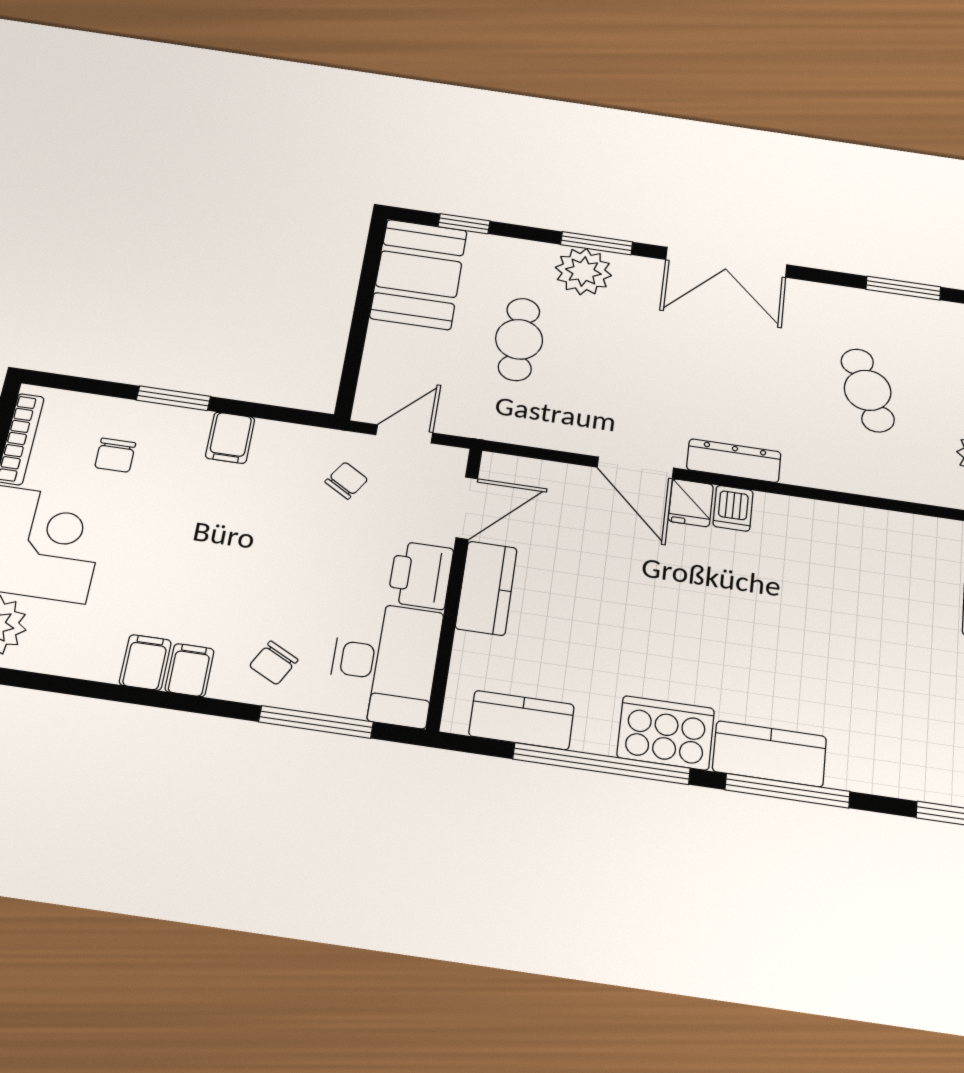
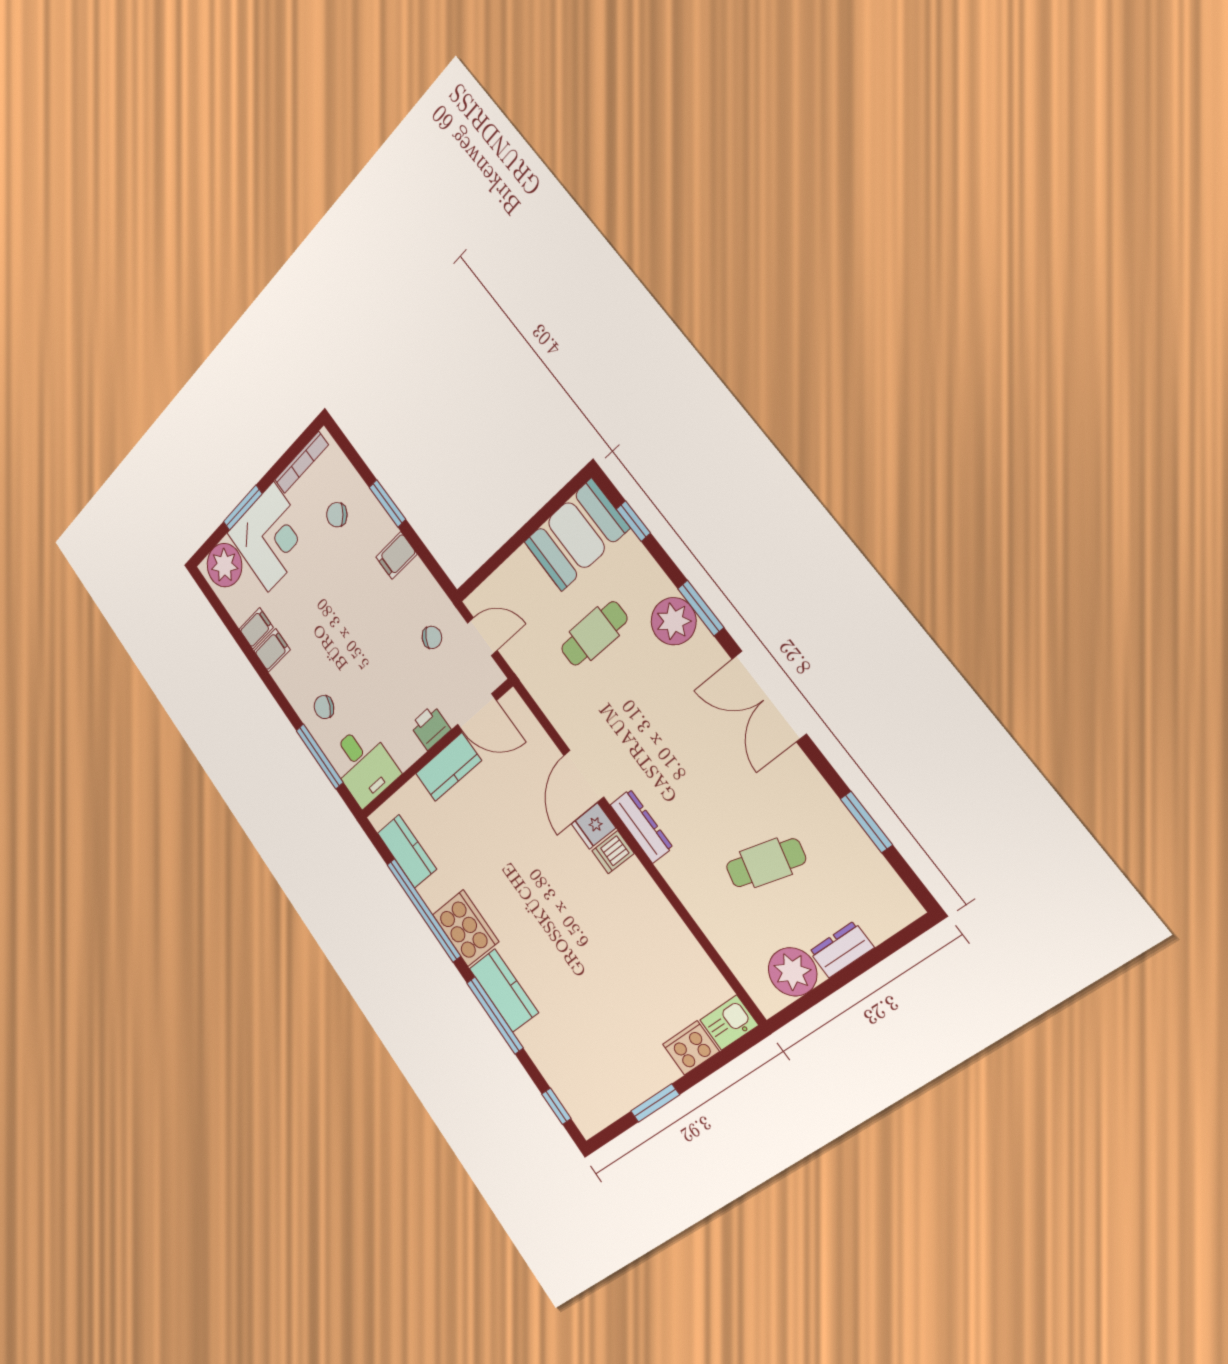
cafe table: (868, 390) -> (766, 863), turned 36
chair: (115, 455) -> (337, 515), turned 41
printer: (421, 575) -> (430, 727), width x0.73, depth x0.81
desk: (385, 663) -> (363, 765), width x0.73
filing cabinet: (190, 670) -> (256, 628), moved

